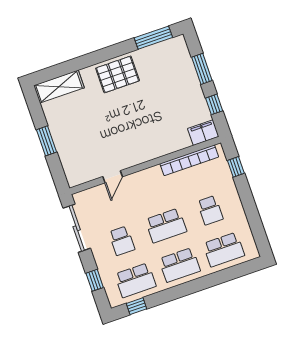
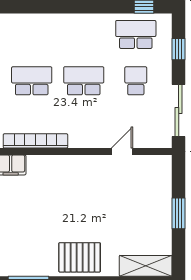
school desk: (210, 210) -> (32, 81), width x1.85
school desk: (224, 250) -> (32, 34), removed
school desk: (180, 265) -> (84, 34), removed

